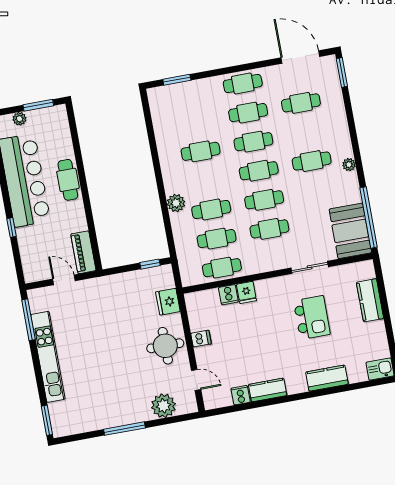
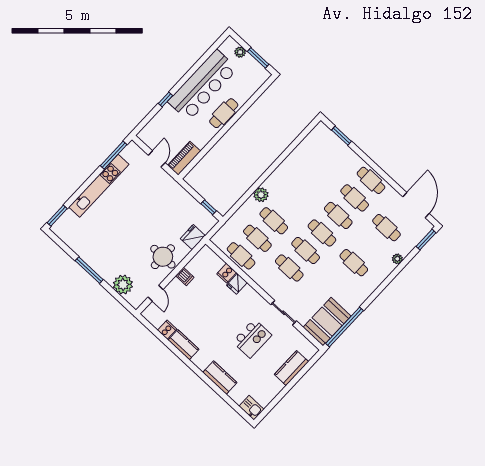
cafe table: (201, 151) -> (306, 186), removed
plant: (349, 165) -> (397, 259), moved

